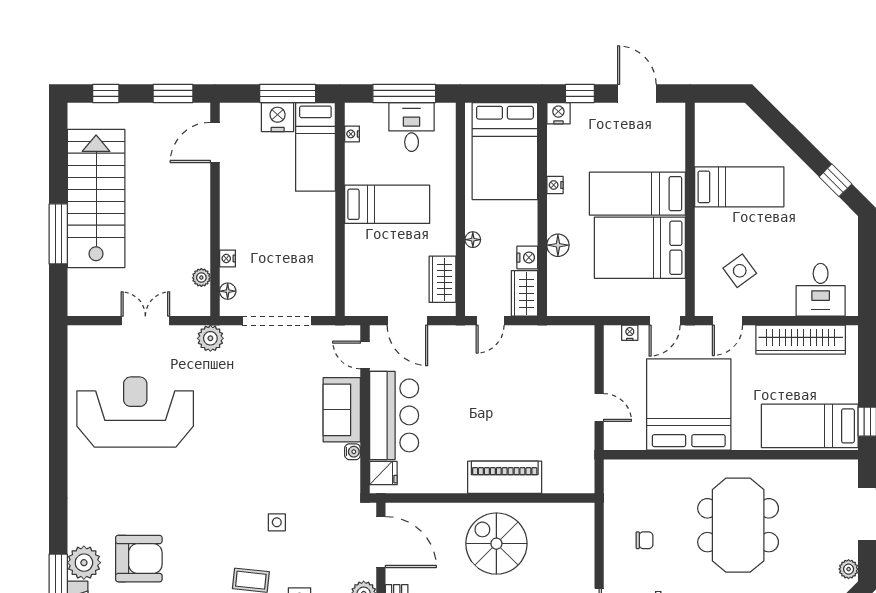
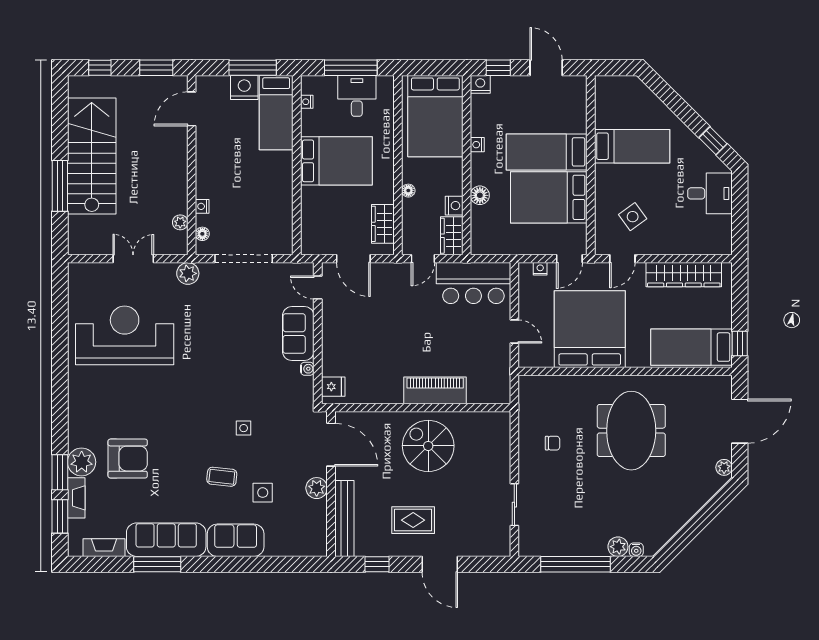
bed: (387, 204) -> (336, 161), width x1.50
desk: (821, 290) -> (710, 193), moved, turned -90
bar counter: (394, 415) -> (473, 283), moved, turned 90

